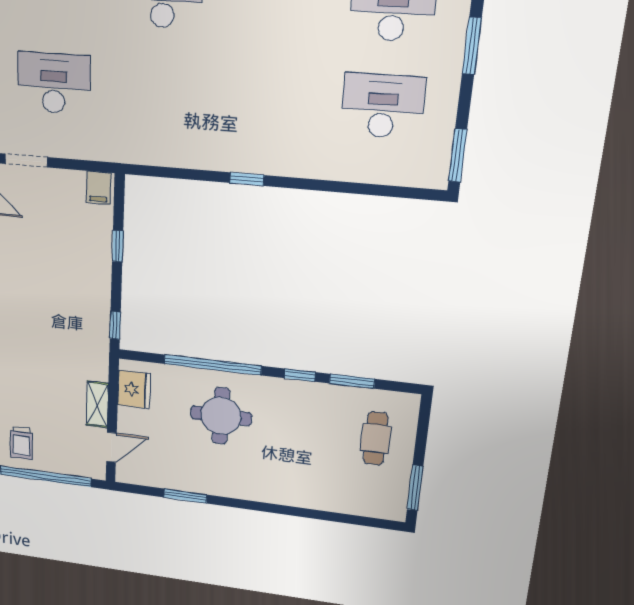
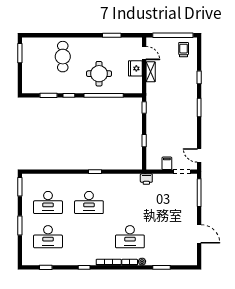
desk: (54, 83) -> (89, 202), moved
printer: (115, 149) -> (146, 179), added
filing cabinet: (99, 188) -> (167, 163), moved
fridge: (134, 389) -> (135, 68), moved
cafe table: (376, 438) -> (63, 57), moved, width x1.37, depth x1.35
door: (111, 447) -> (144, 53), swing flipped

